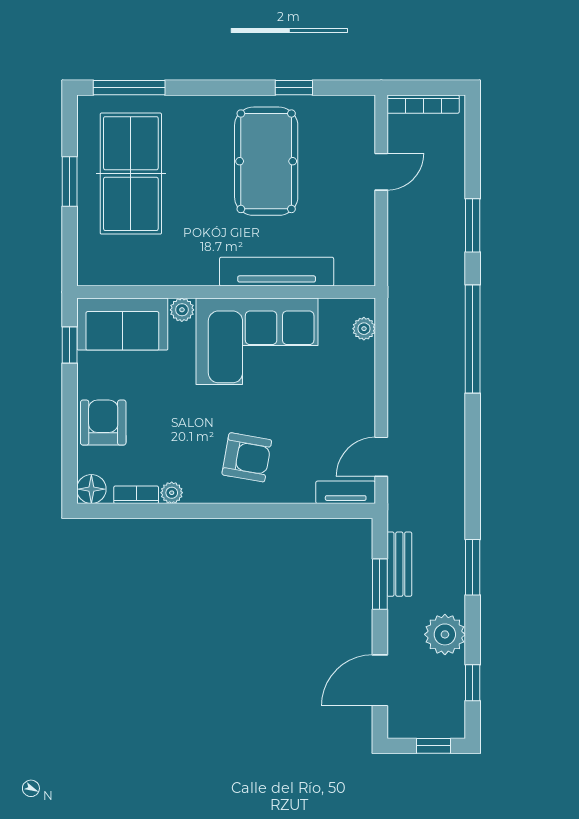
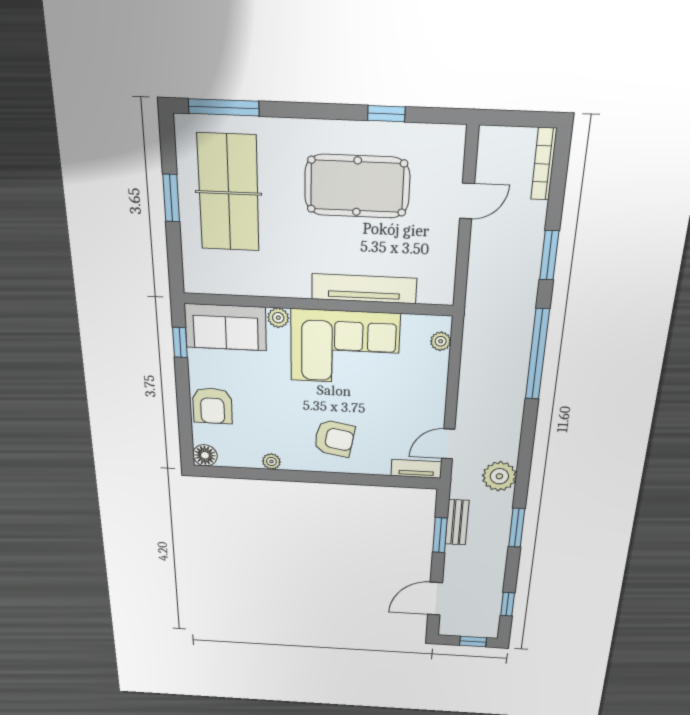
bookcase: (423, 104) -> (544, 164), moved, turned 90
pool table: (266, 161) -> (357, 186), turned 90
armchair: (103, 423) -> (212, 406), turned 180
bookcase: (136, 495) -> (242, 461), removed
plant: (445, 634) -> (499, 476), moved

